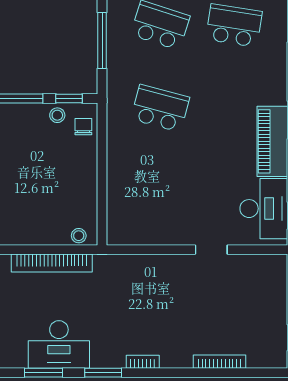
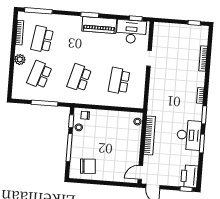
school desk: (160, 191) -> (119, 81), added

